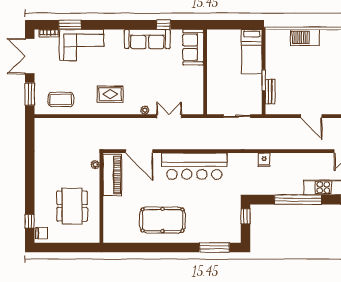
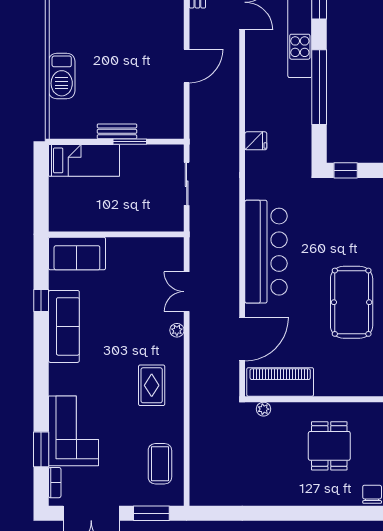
bench: (270, 92) -> (117, 131), moved
dining table: (72, 206) -> (329, 446), width x0.73
window: (30, 221) -> (354, 513), removed

